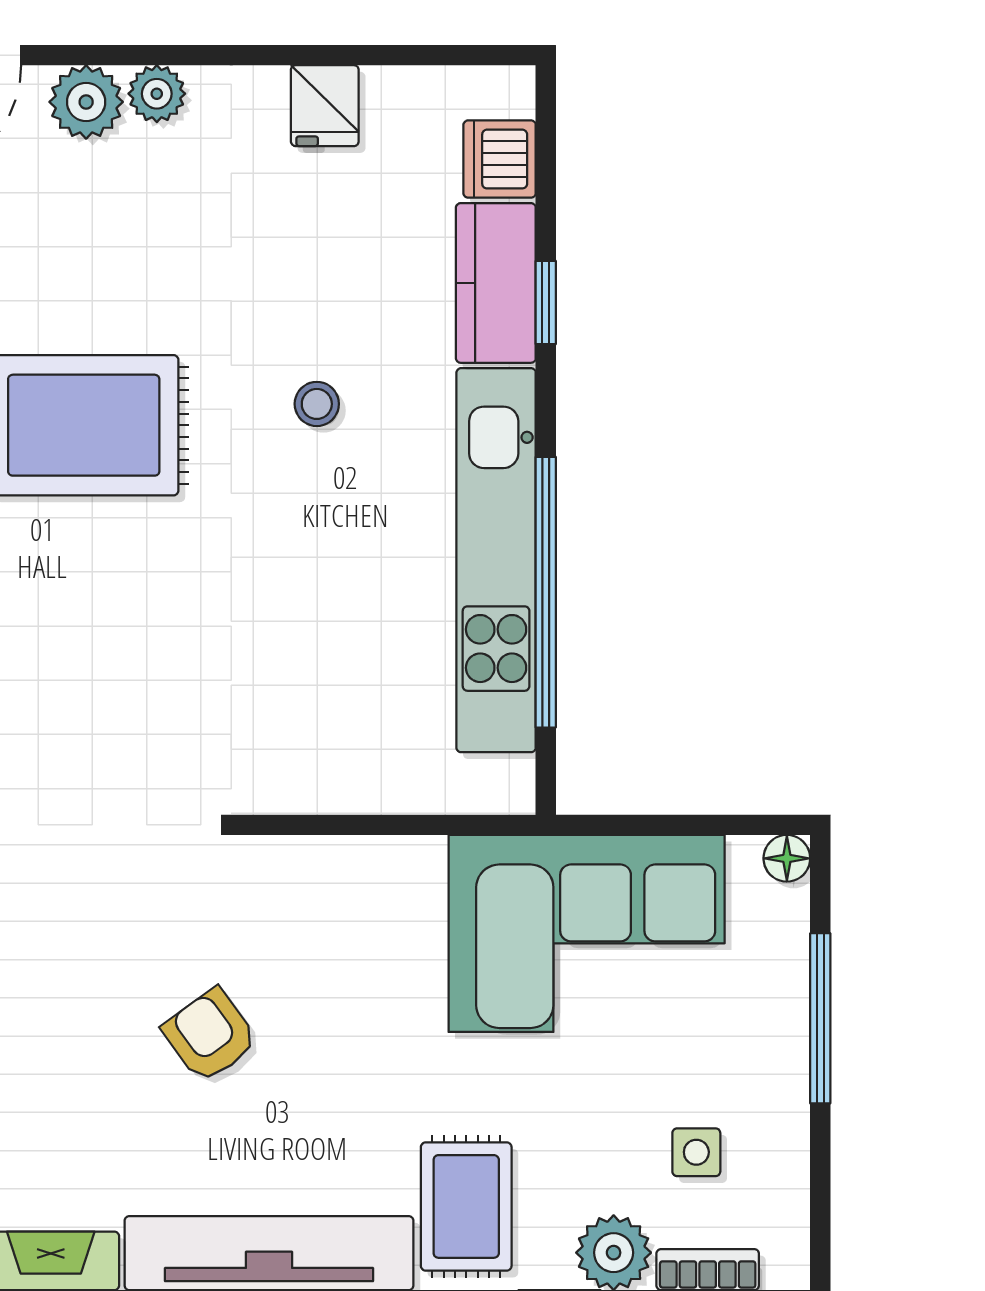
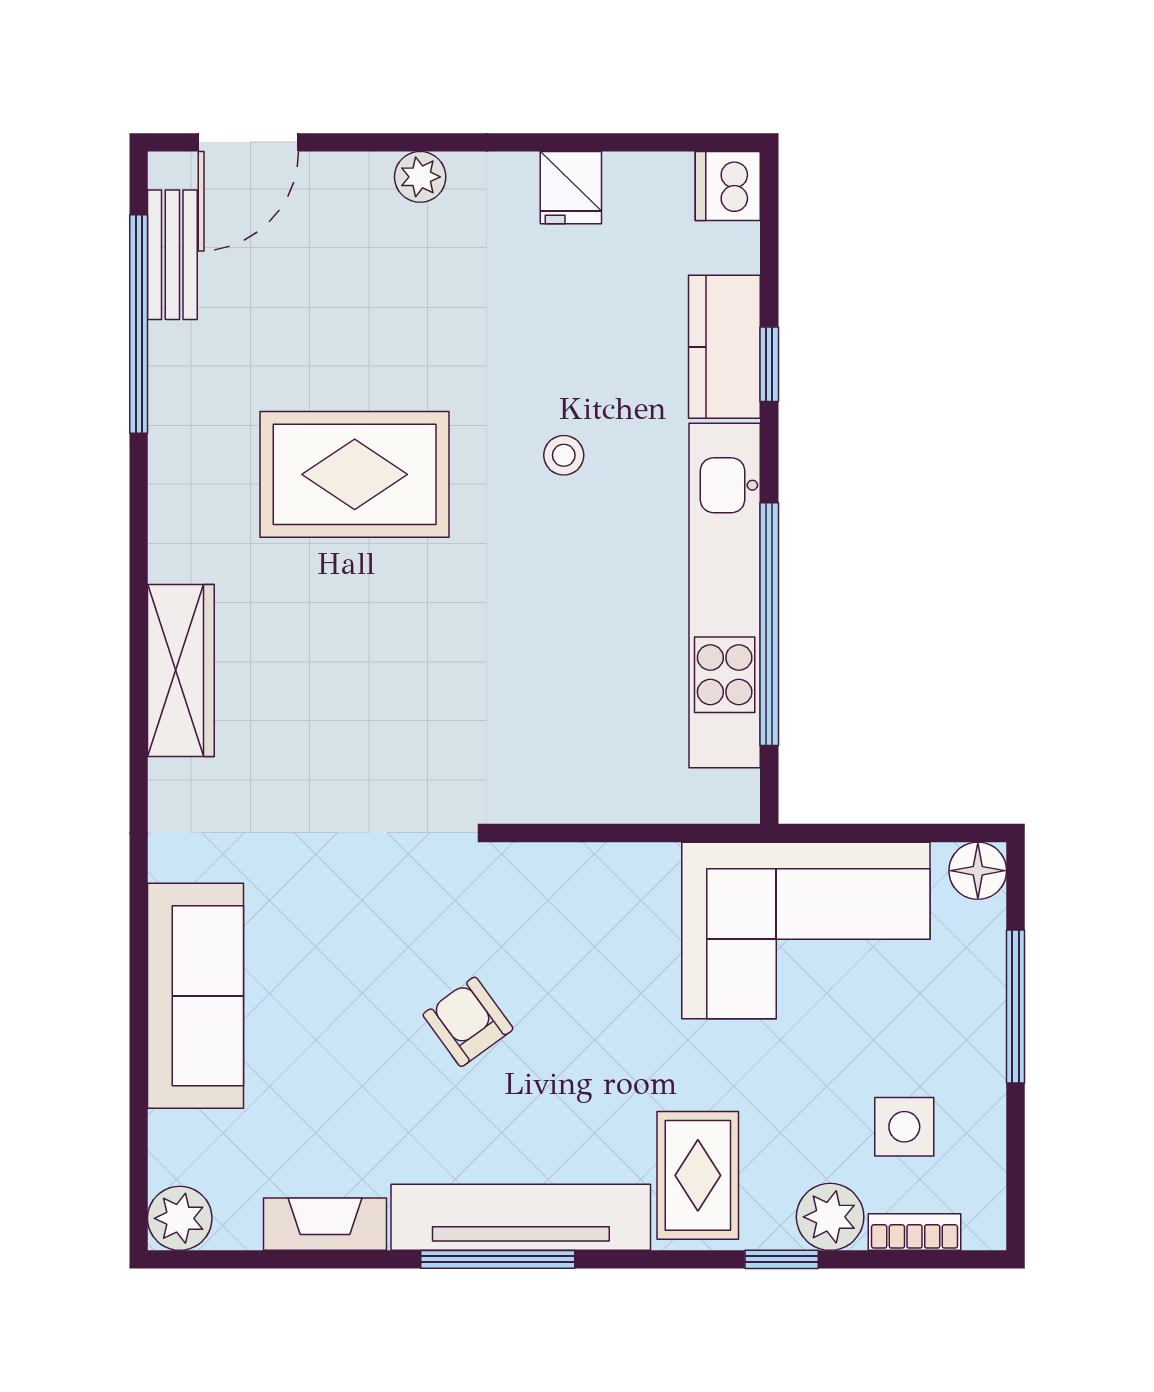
plant: (86, 102) -> (357, 184), removed
dishwasher: (500, 159) -> (728, 186), moved
floor lamp: (787, 858) -> (978, 871), width x1.37, depth x1.37
side table: (696, 1152) -> (904, 1127), width x1.37, depth x1.37

